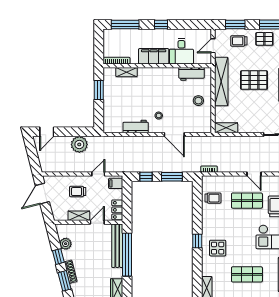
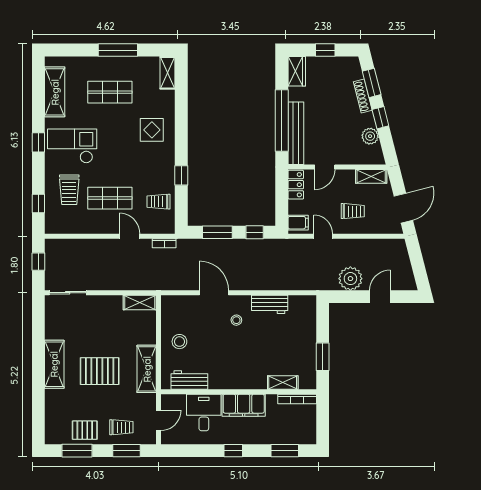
window: (125, 25) -> (285, 451), width x0.69
shelving: (221, 82) -> (147, 369), width x0.68
door: (47, 132) -> (380, 297), moved
door: (98, 174) -> (323, 236), swing flipped
door: (254, 174) -> (130, 236), moved
shelving: (79, 216) -> (371, 176), moved
window: (197, 241) -> (181, 175), moved

